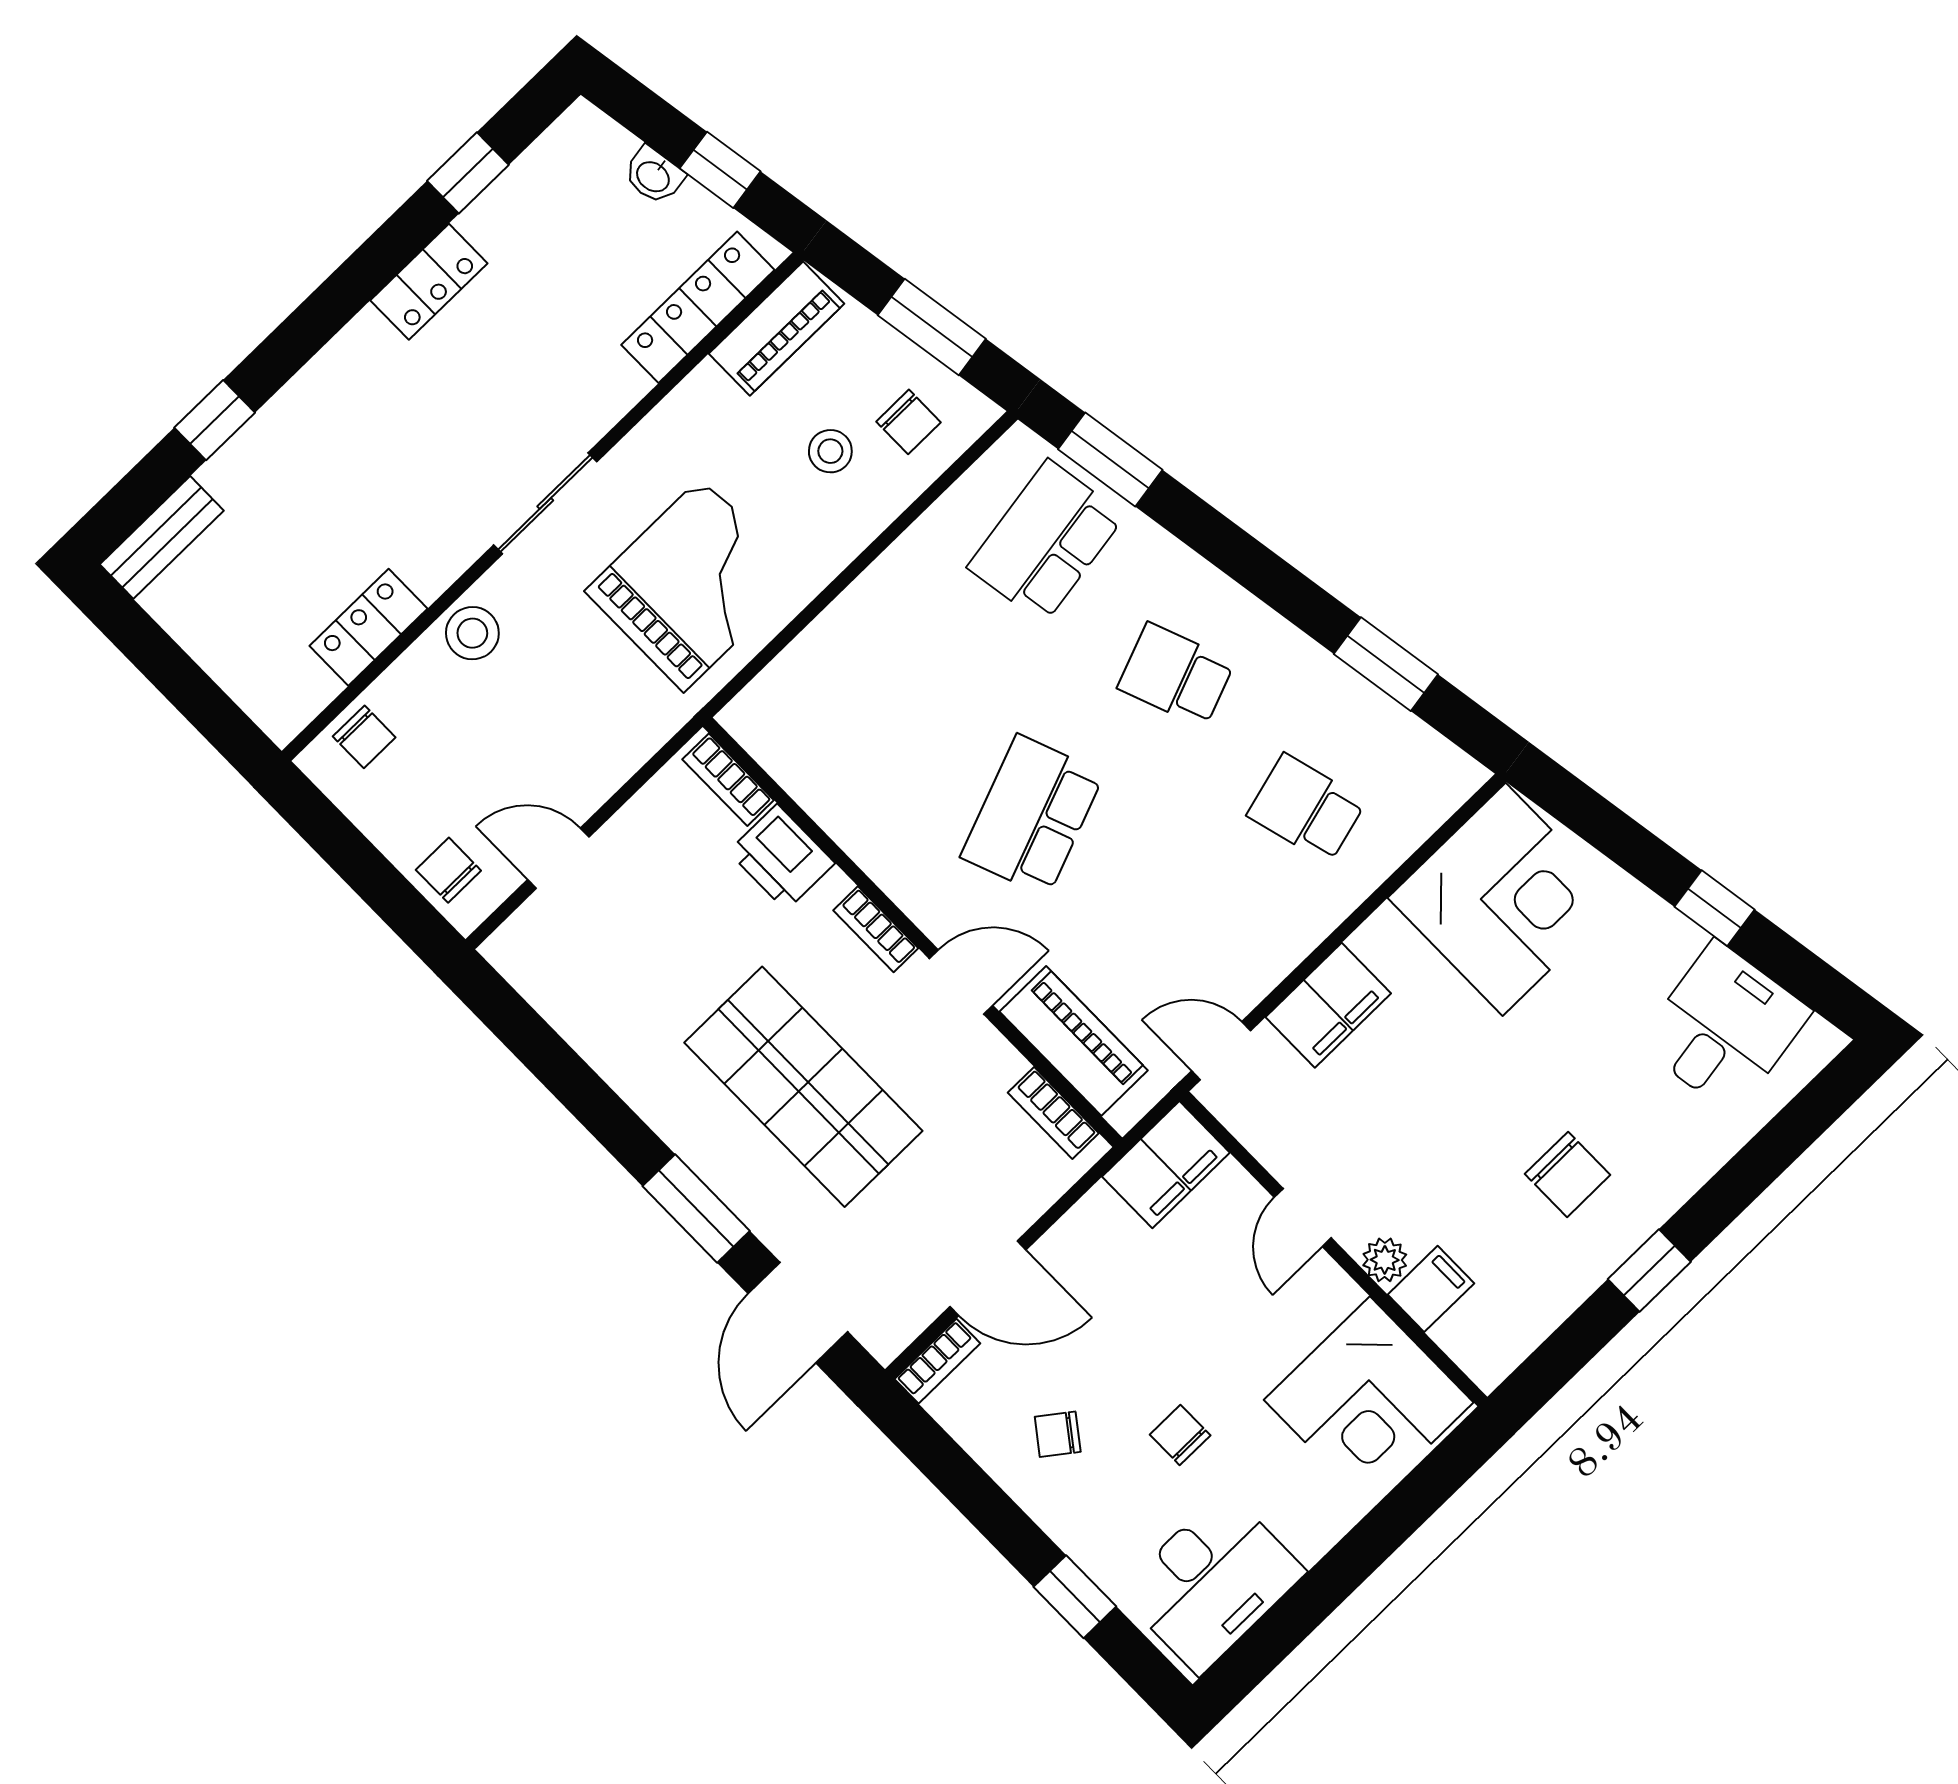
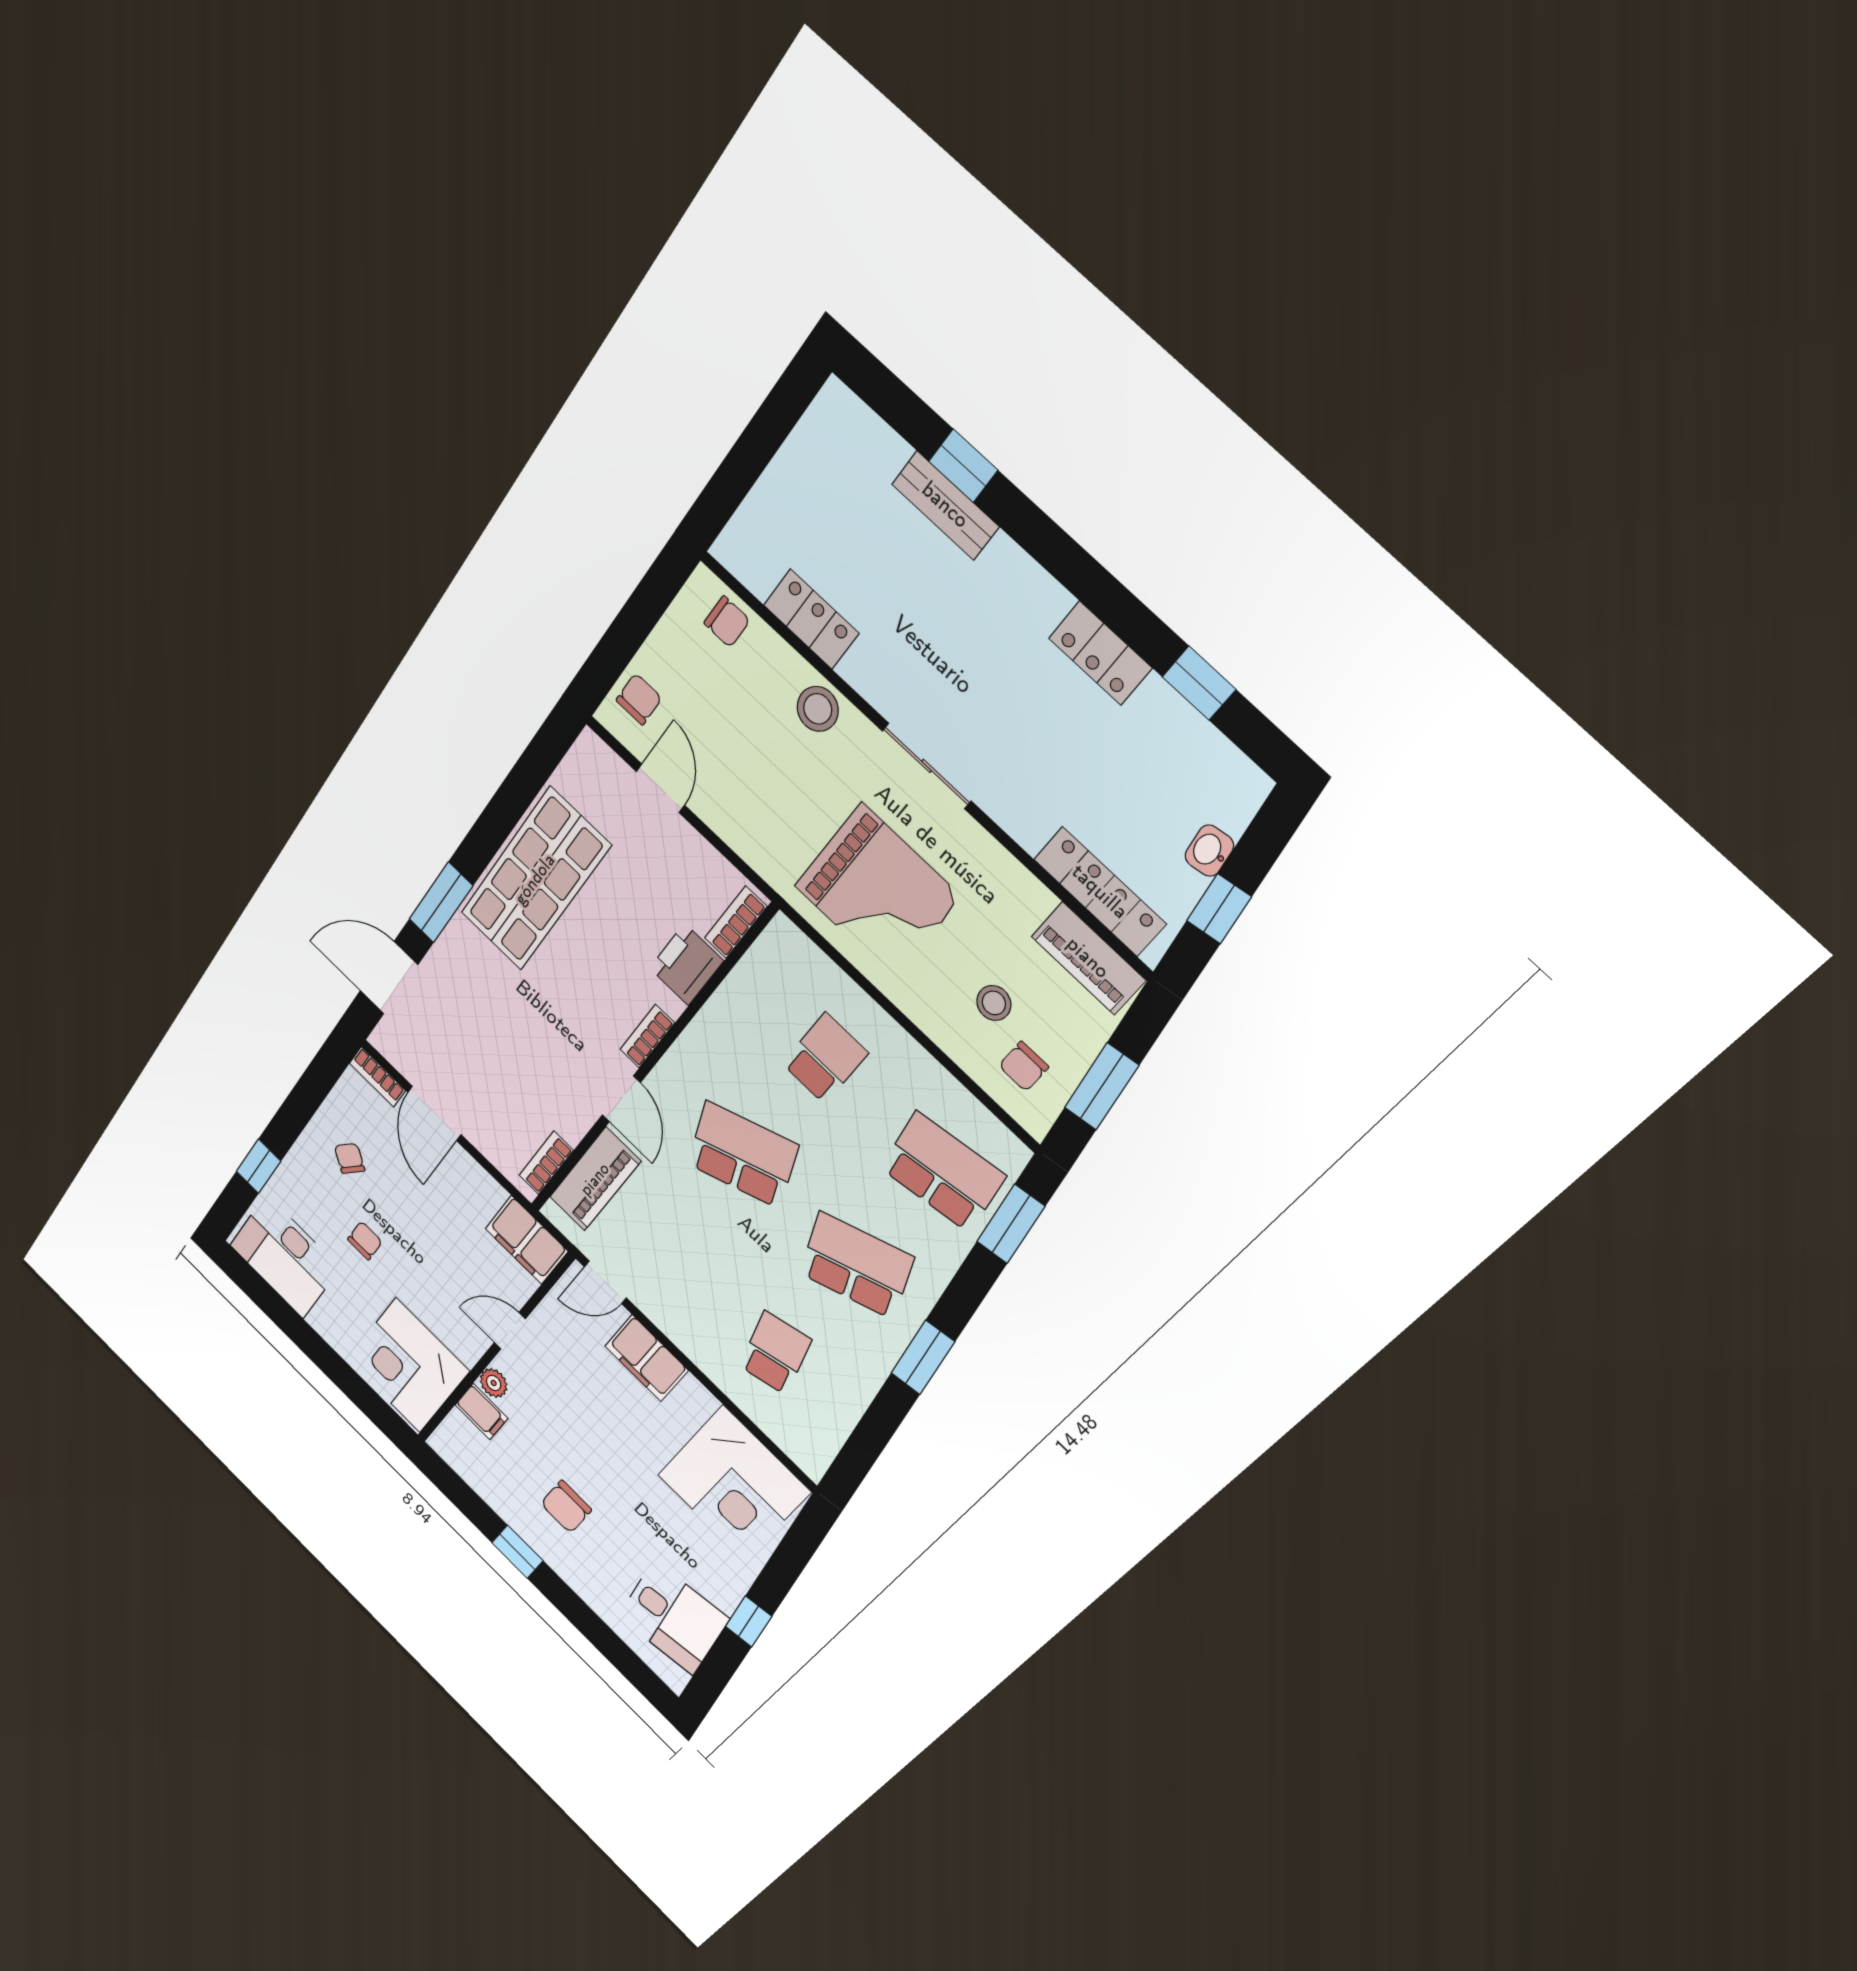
bench: (162, 537) -> (945, 505), moved
window: (1386, 664) -> (923, 1357), moved
school desk: (1176, 675) -> (856, 1265), width x1.85
school desk: (902, 682) -> (825, 1058), added
chair: (364, 737) -> (727, 622), turned -90
door: (1221, 1051) -> (605, 1282), swing flipped
shop shelf: (803, 1087) -> (535, 879), moved

